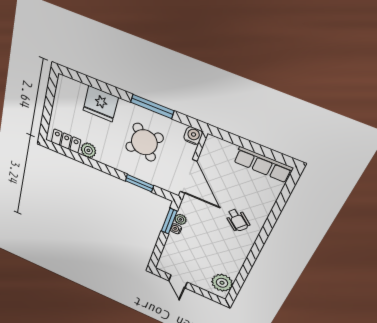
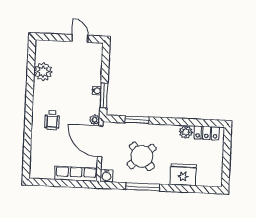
row of seats: (263, 165) -> (76, 174), moved
plant: (181, 219) -> (95, 120), moved
wheelchair: (237, 220) -> (52, 120), turned -130
plant: (222, 283) -> (43, 72), moved

